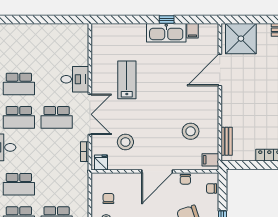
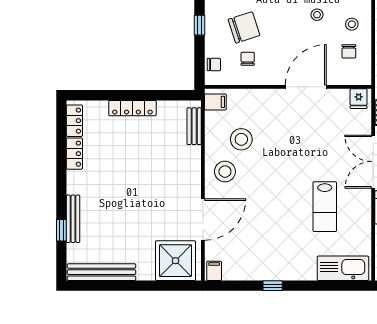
filing cabinet: (192, 31) -> (214, 271), moved
kitchen sink: (166, 33) -> (343, 268), moved
stool: (125, 142) -> (225, 172), moved
door: (157, 171) -> (306, 87), moved
chair: (185, 179) -> (248, 59), moved

